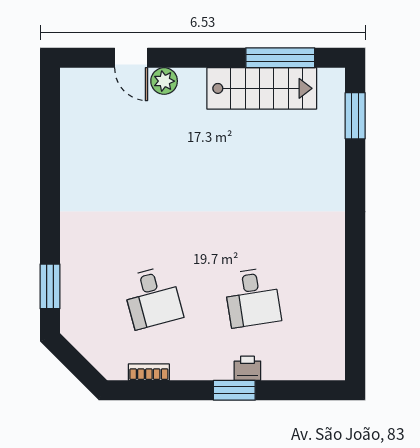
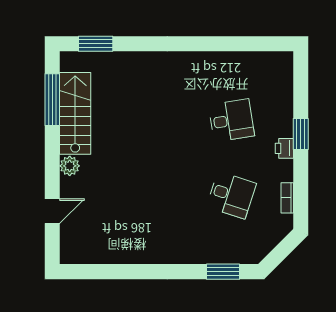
plant: (164, 81) -> (70, 166), moved
desk: (153, 297) -> (231, 195), turned 33
printer: (247, 368) -> (284, 148), moved

